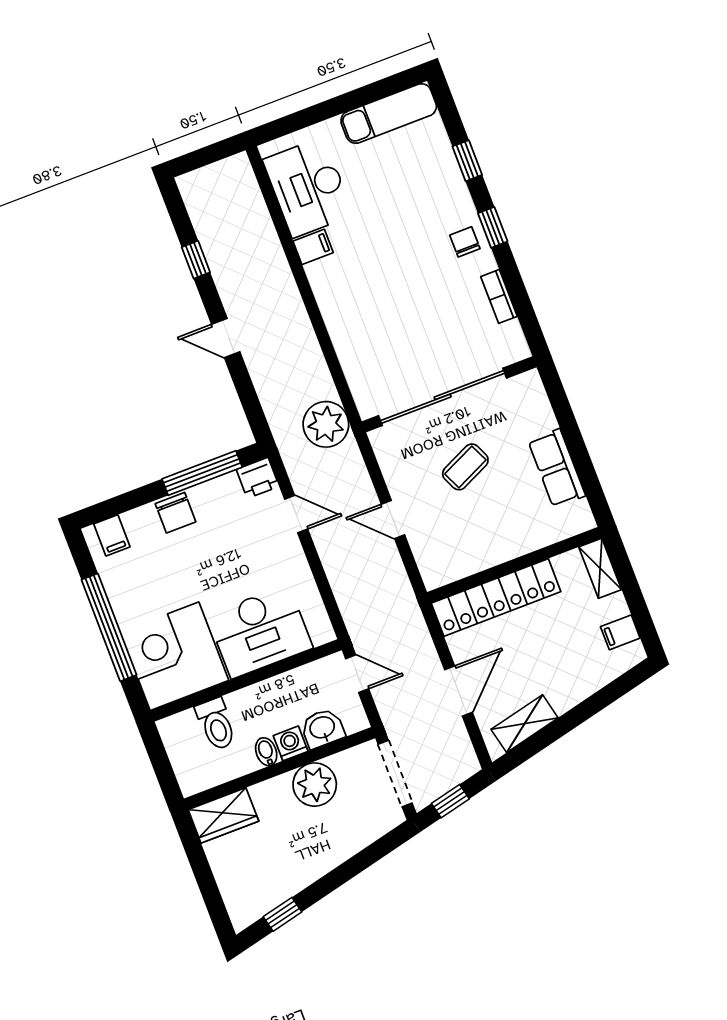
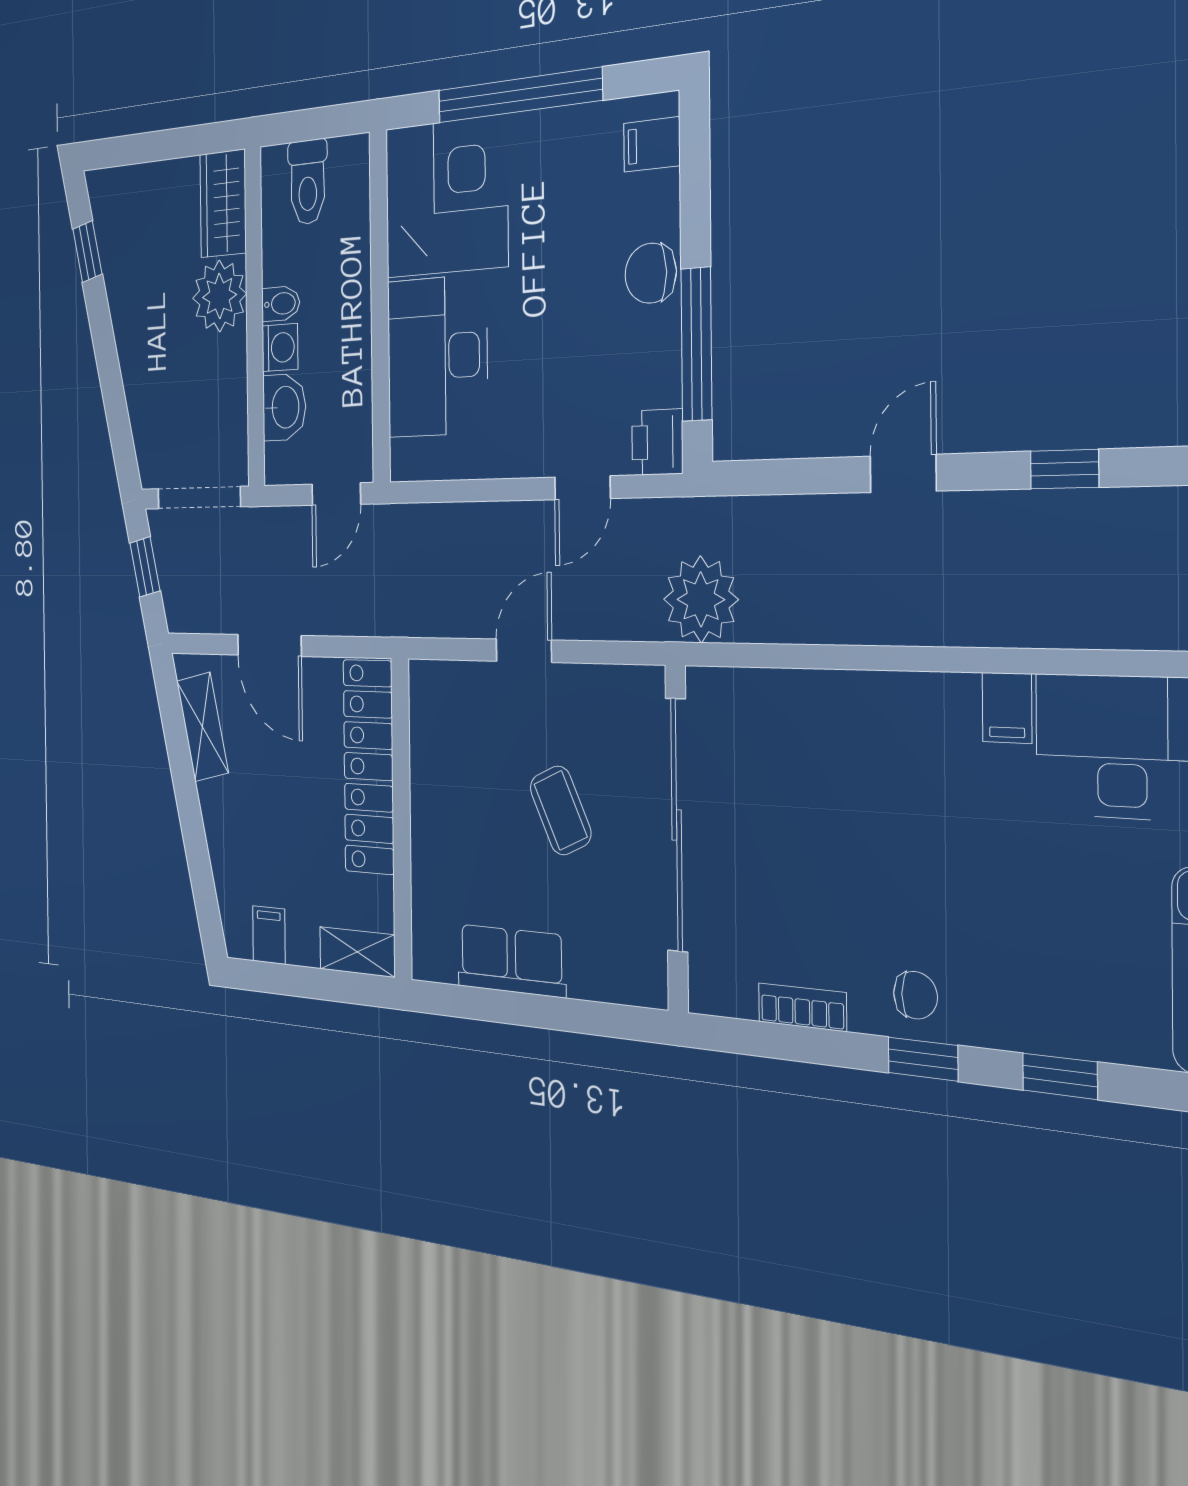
toilet: (216, 724) -> (308, 182), moved, turned -90
plant: (315, 785) -> (219, 296), moved

